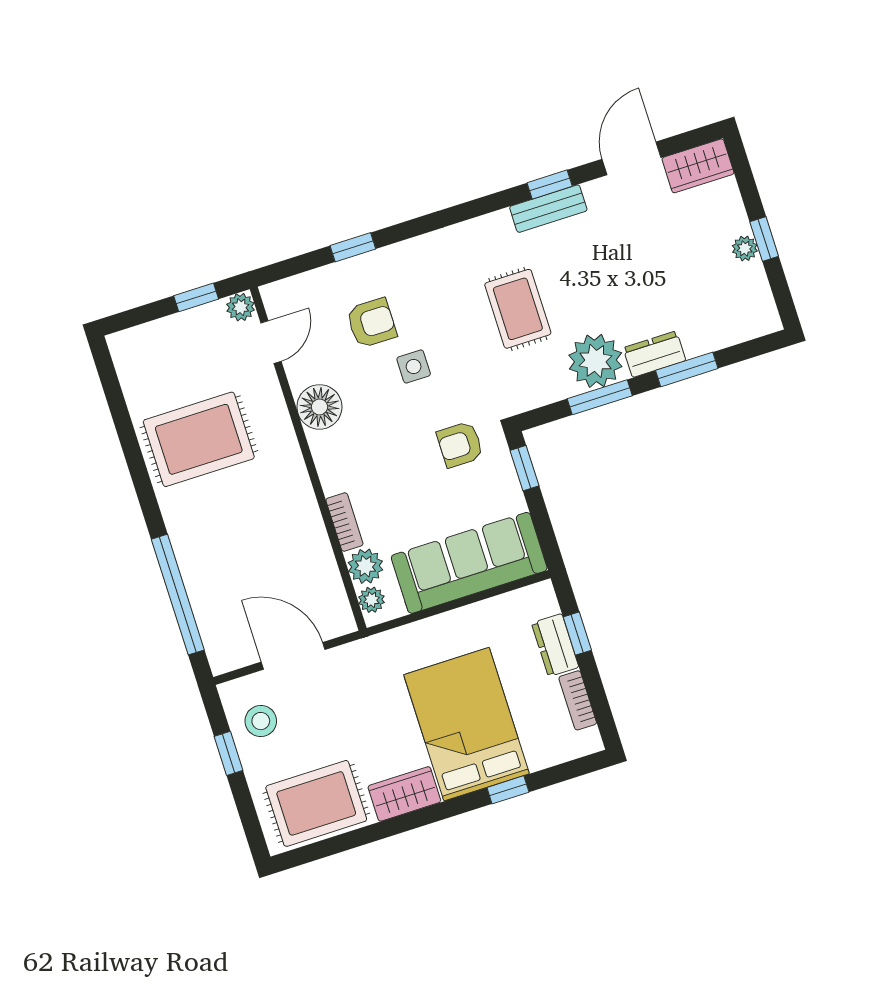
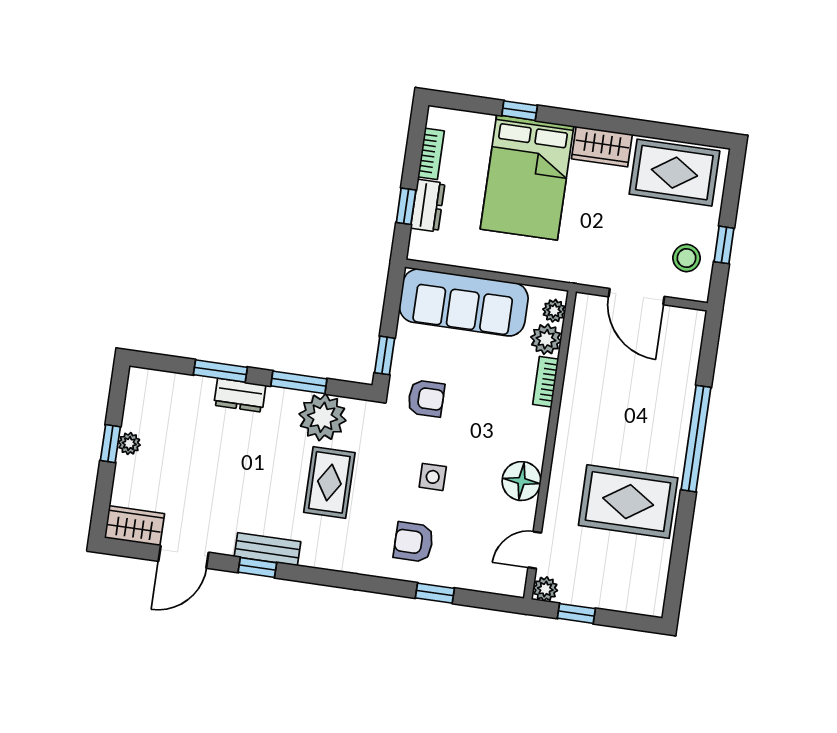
armchair: (372, 323) -> (413, 542), moved
plant: (595, 361) -> (322, 417), moved
window: (178, 595) -> (696, 439), moved

